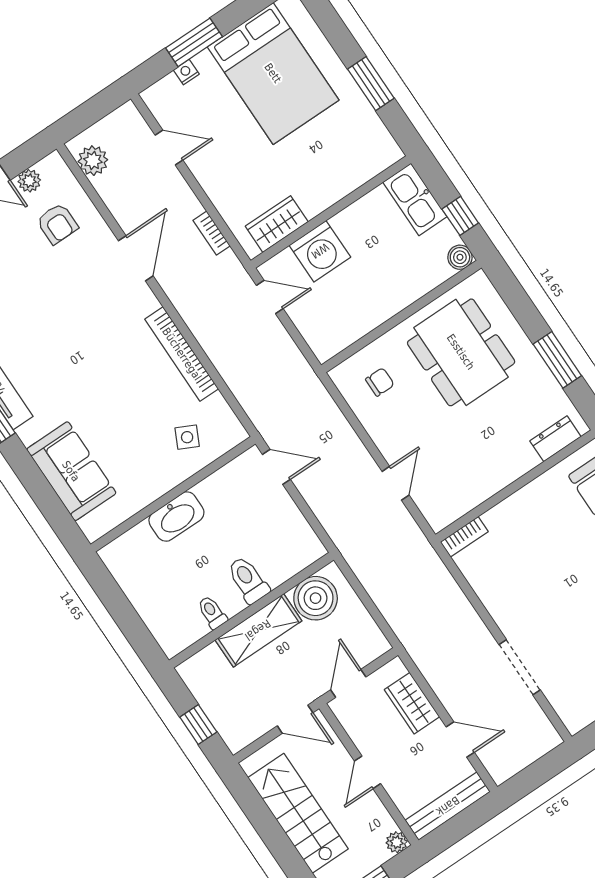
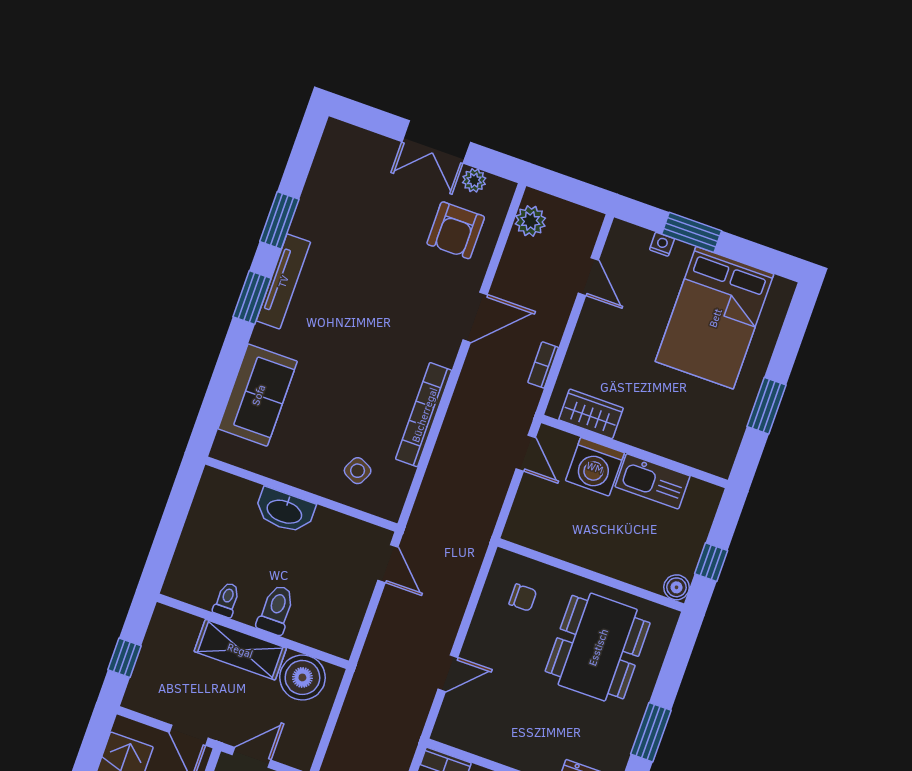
kitchen sink: (415, 199) -> (653, 481), moved, turned -90
armchair: (57, 224) -> (456, 230), width x1.38, depth x1.38

